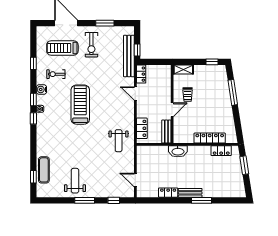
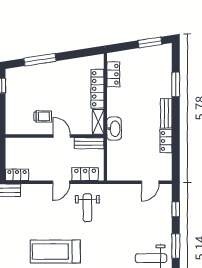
shelving: (183, 70) -> (98, 122), moved
door: (135, 93) -> (61, 182), moved
weight bench: (119, 141) -> (87, 208), moved, turned 90
window: (244, 165) -> (150, 42), moved
window: (202, 200) -> (176, 84), moved

